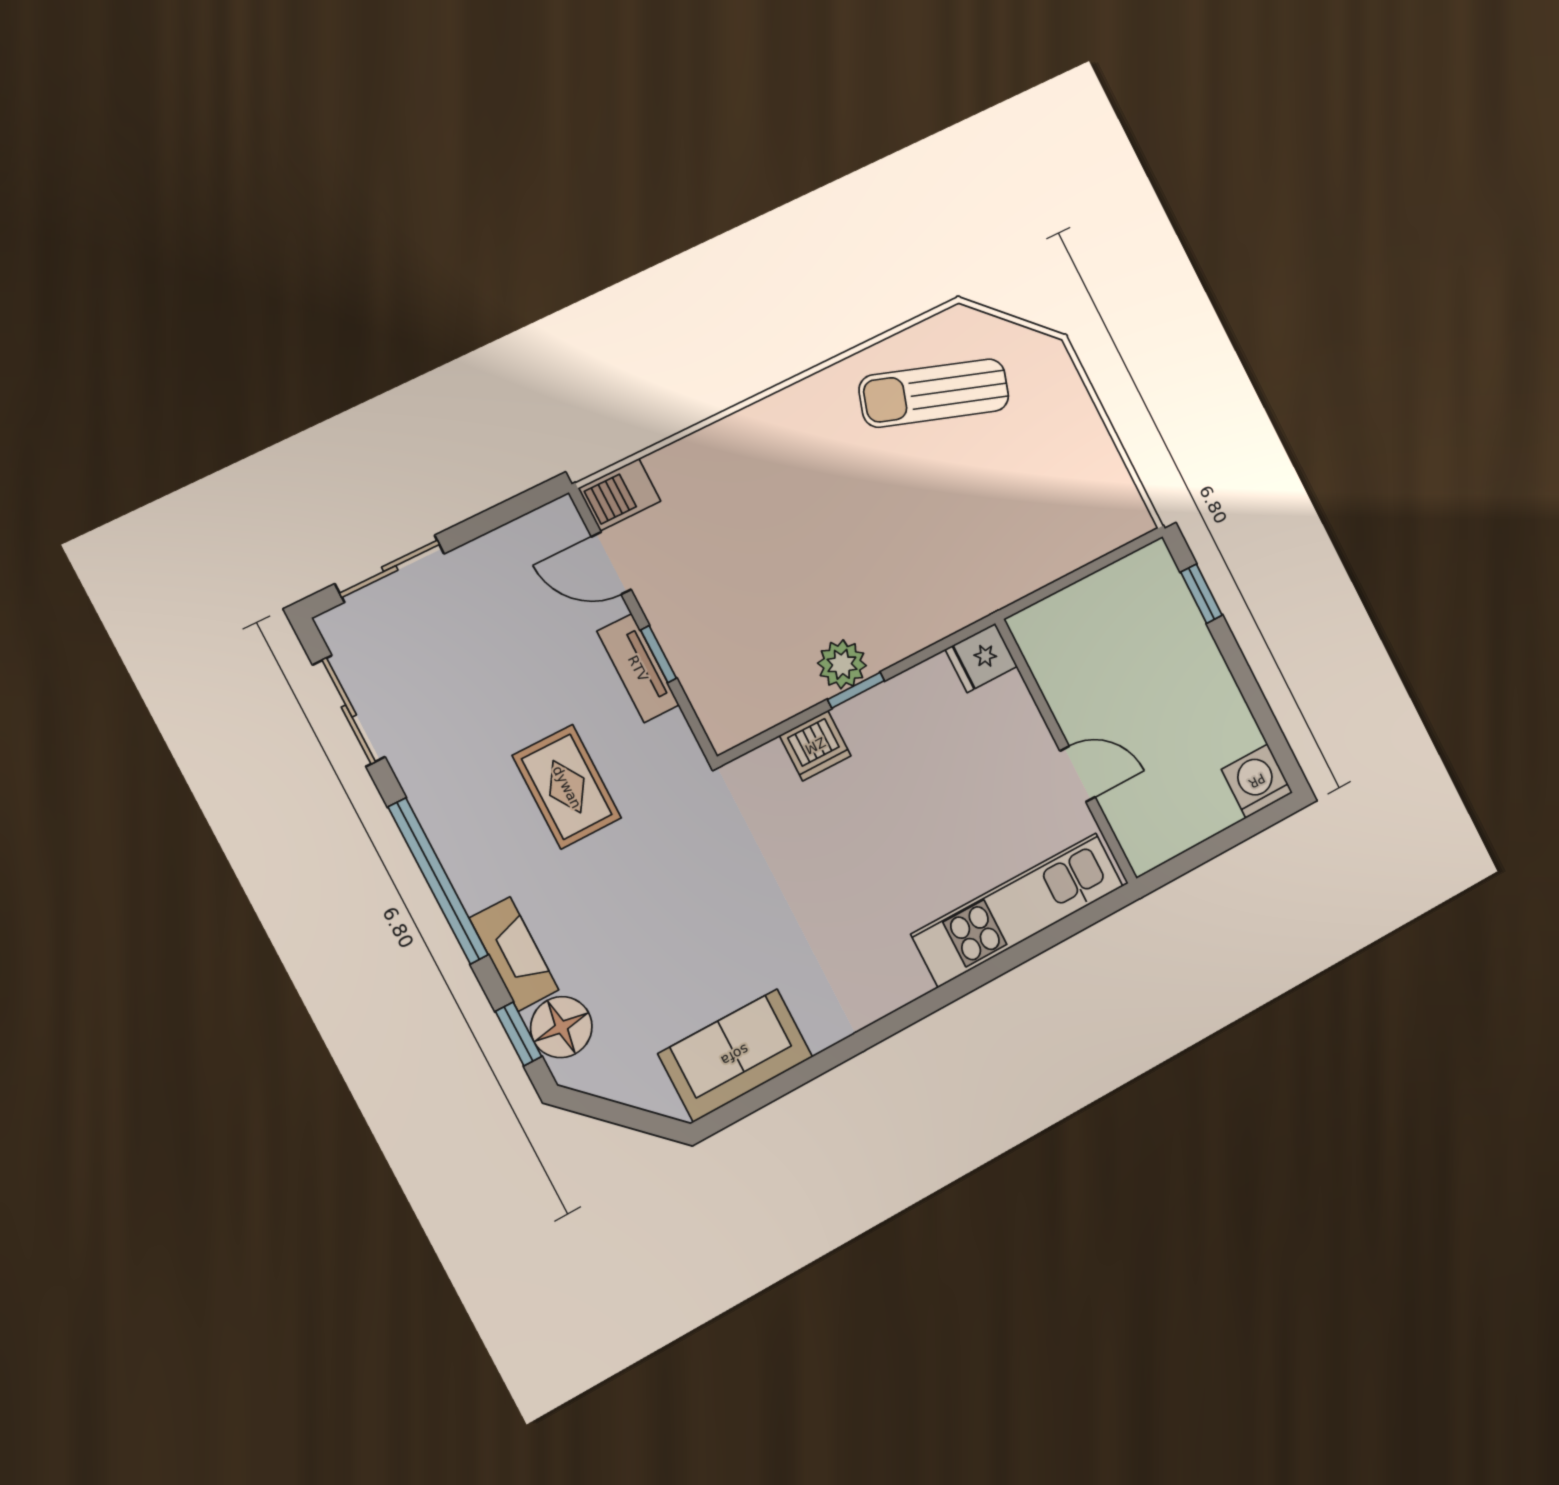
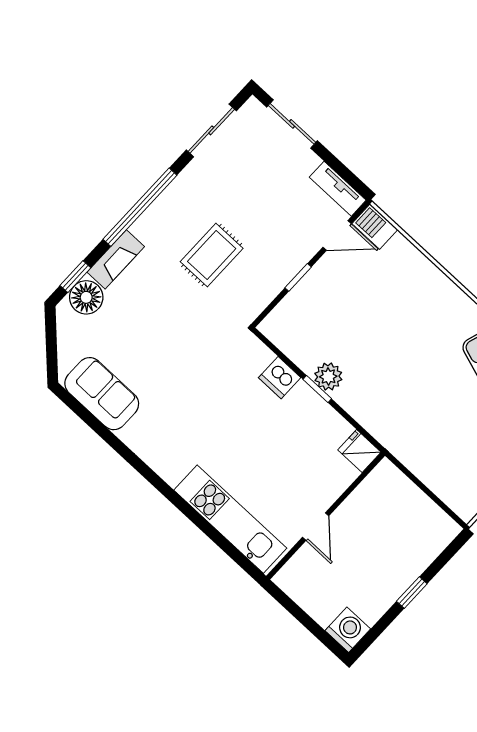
door: (611, 563) -> (337, 235), swing flipped
window: (1201, 594) -> (412, 593), moved
tv unit: (638, 668) -> (338, 189), moved, turned -90

